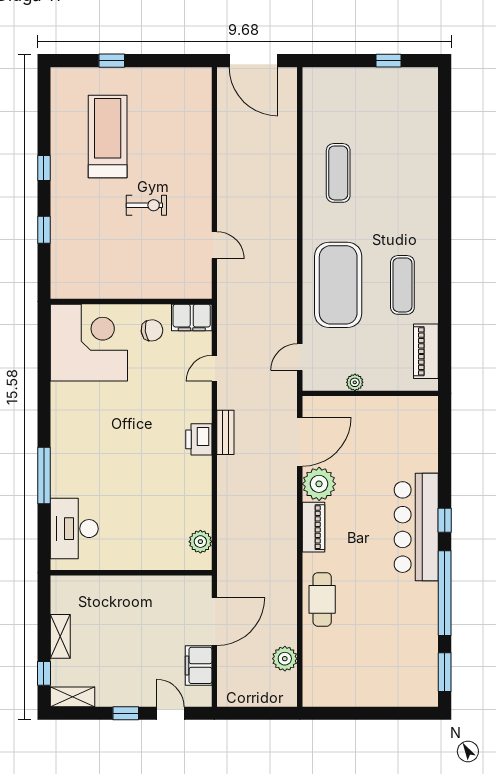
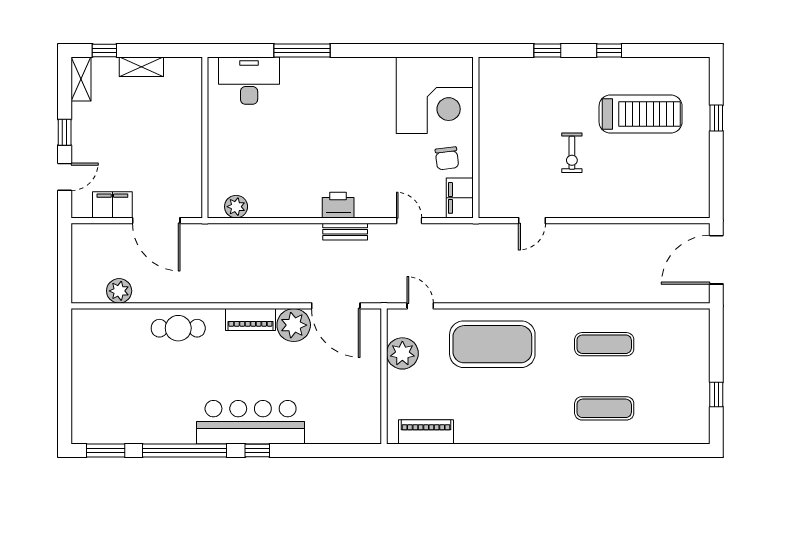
exercise mat: (402, 285) -> (604, 408), moved
plant: (355, 382) -> (402, 353), width x1.88, depth x1.88

